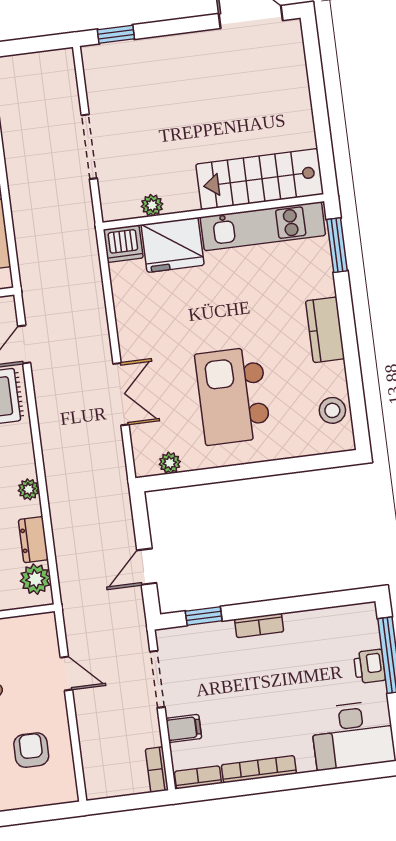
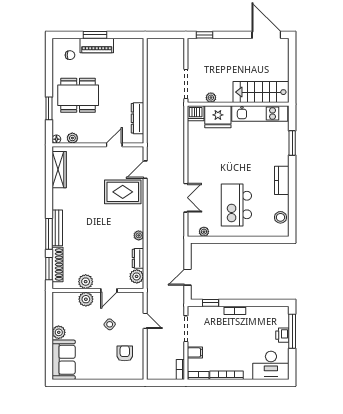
stairs: (260, 179) -> (261, 92), moved
plant: (152, 205) -> (211, 98), moved
wall: (213, 212) -> (238, 104), moved
kitchen unit: (263, 226) -> (260, 113), moved
dishwasher: (123, 244) -> (196, 113), moved
fridge: (173, 245) -> (218, 117), moved

